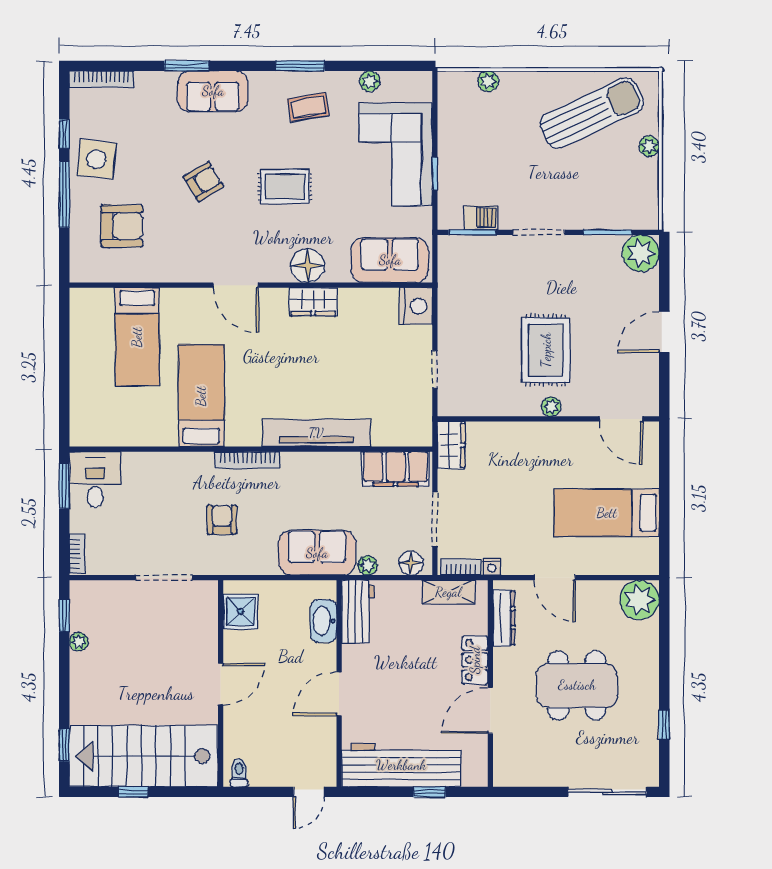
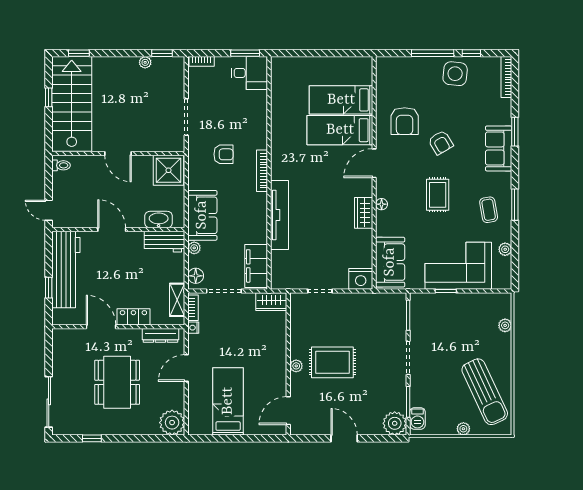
barbecue: (481, 218) -> (417, 418), moved
armchair: (122, 226) -> (405, 121), moved
floor lamp: (308, 266) -> (382, 204), width x0.53, depth x0.53
bed: (201, 396) -> (340, 130), moved, turned 180
shower: (240, 612) -> (168, 170), width x1.36, depth x1.36

